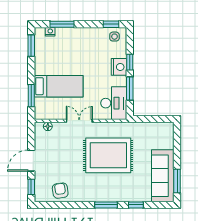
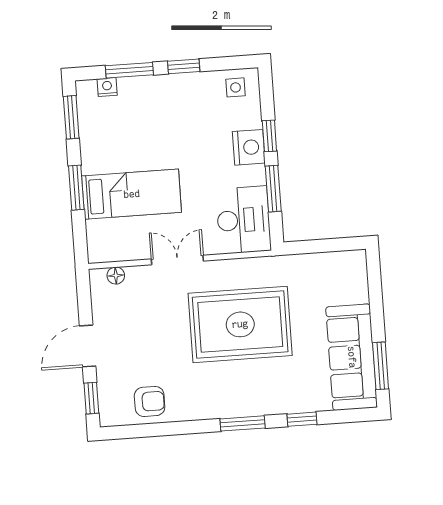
window: (111, 24) -> (184, 66), moved
window: (31, 96) -> (76, 188), moved
armchair: (60, 191) -> (150, 401), turned 98

